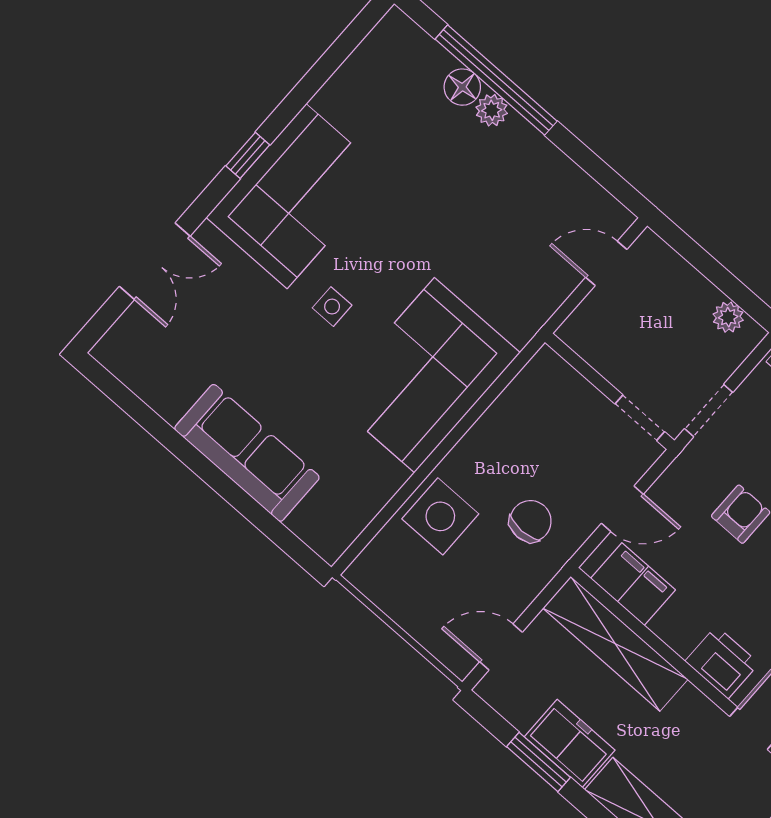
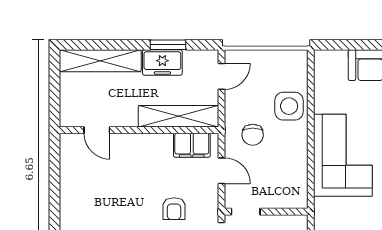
door: (622, 509) -> (221, 171), swing flipped
printer: (722, 662) -> (131, 145), removed

